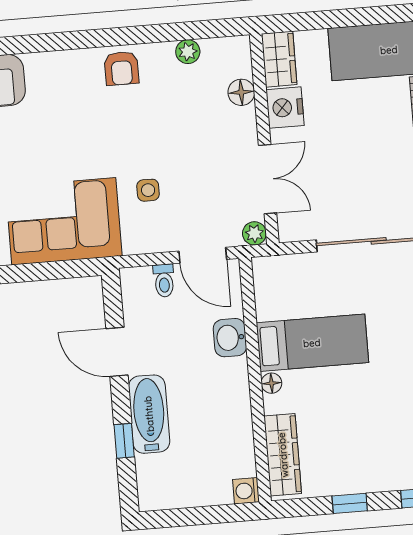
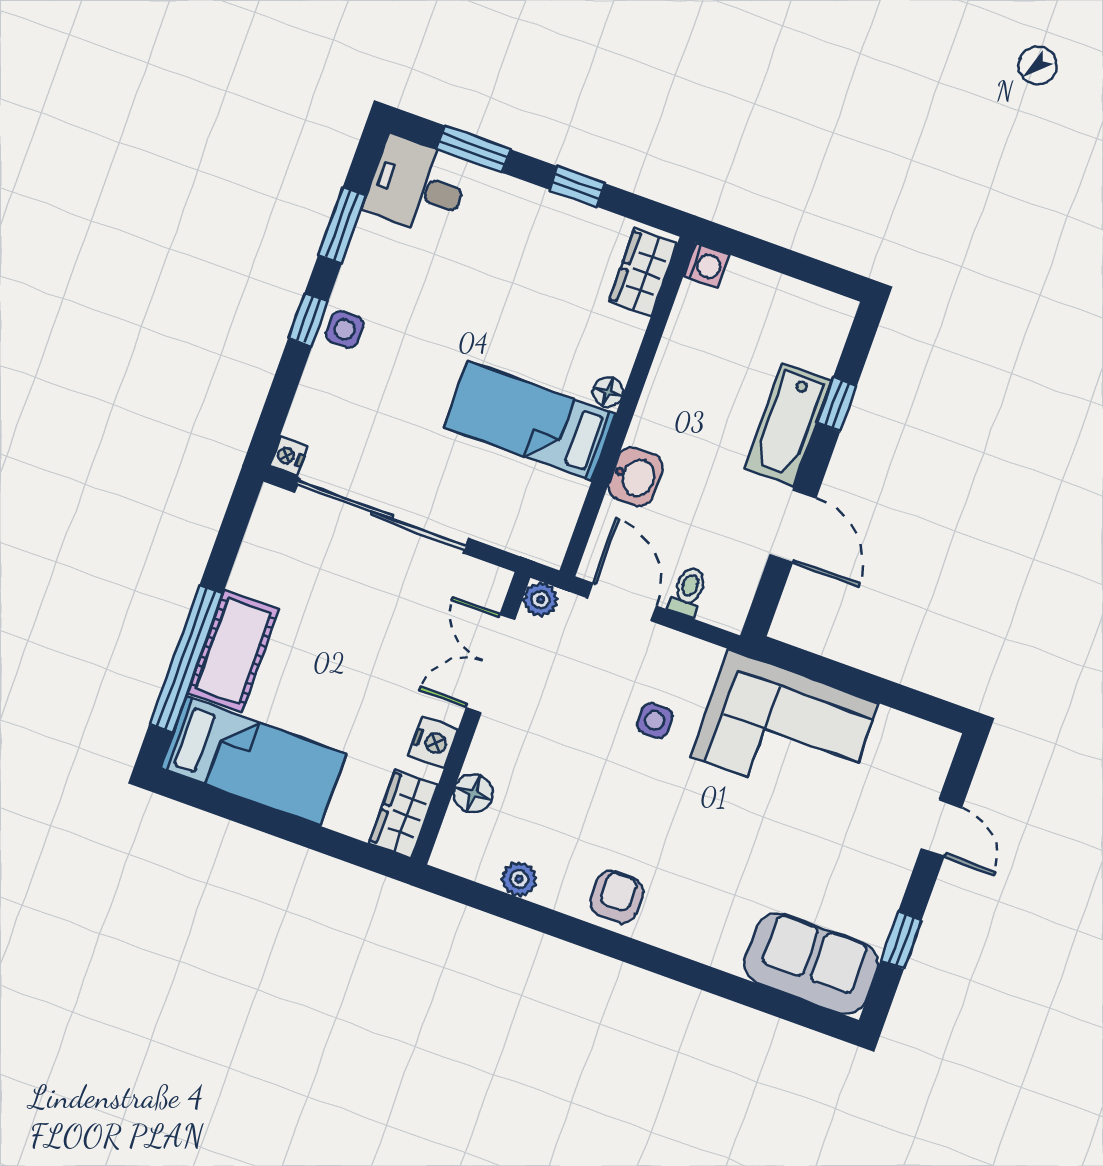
nightstand: (285, 108) -> (433, 742), width x0.74, depth x0.75
wardrobe: (283, 455) -> (643, 273), width x0.67

